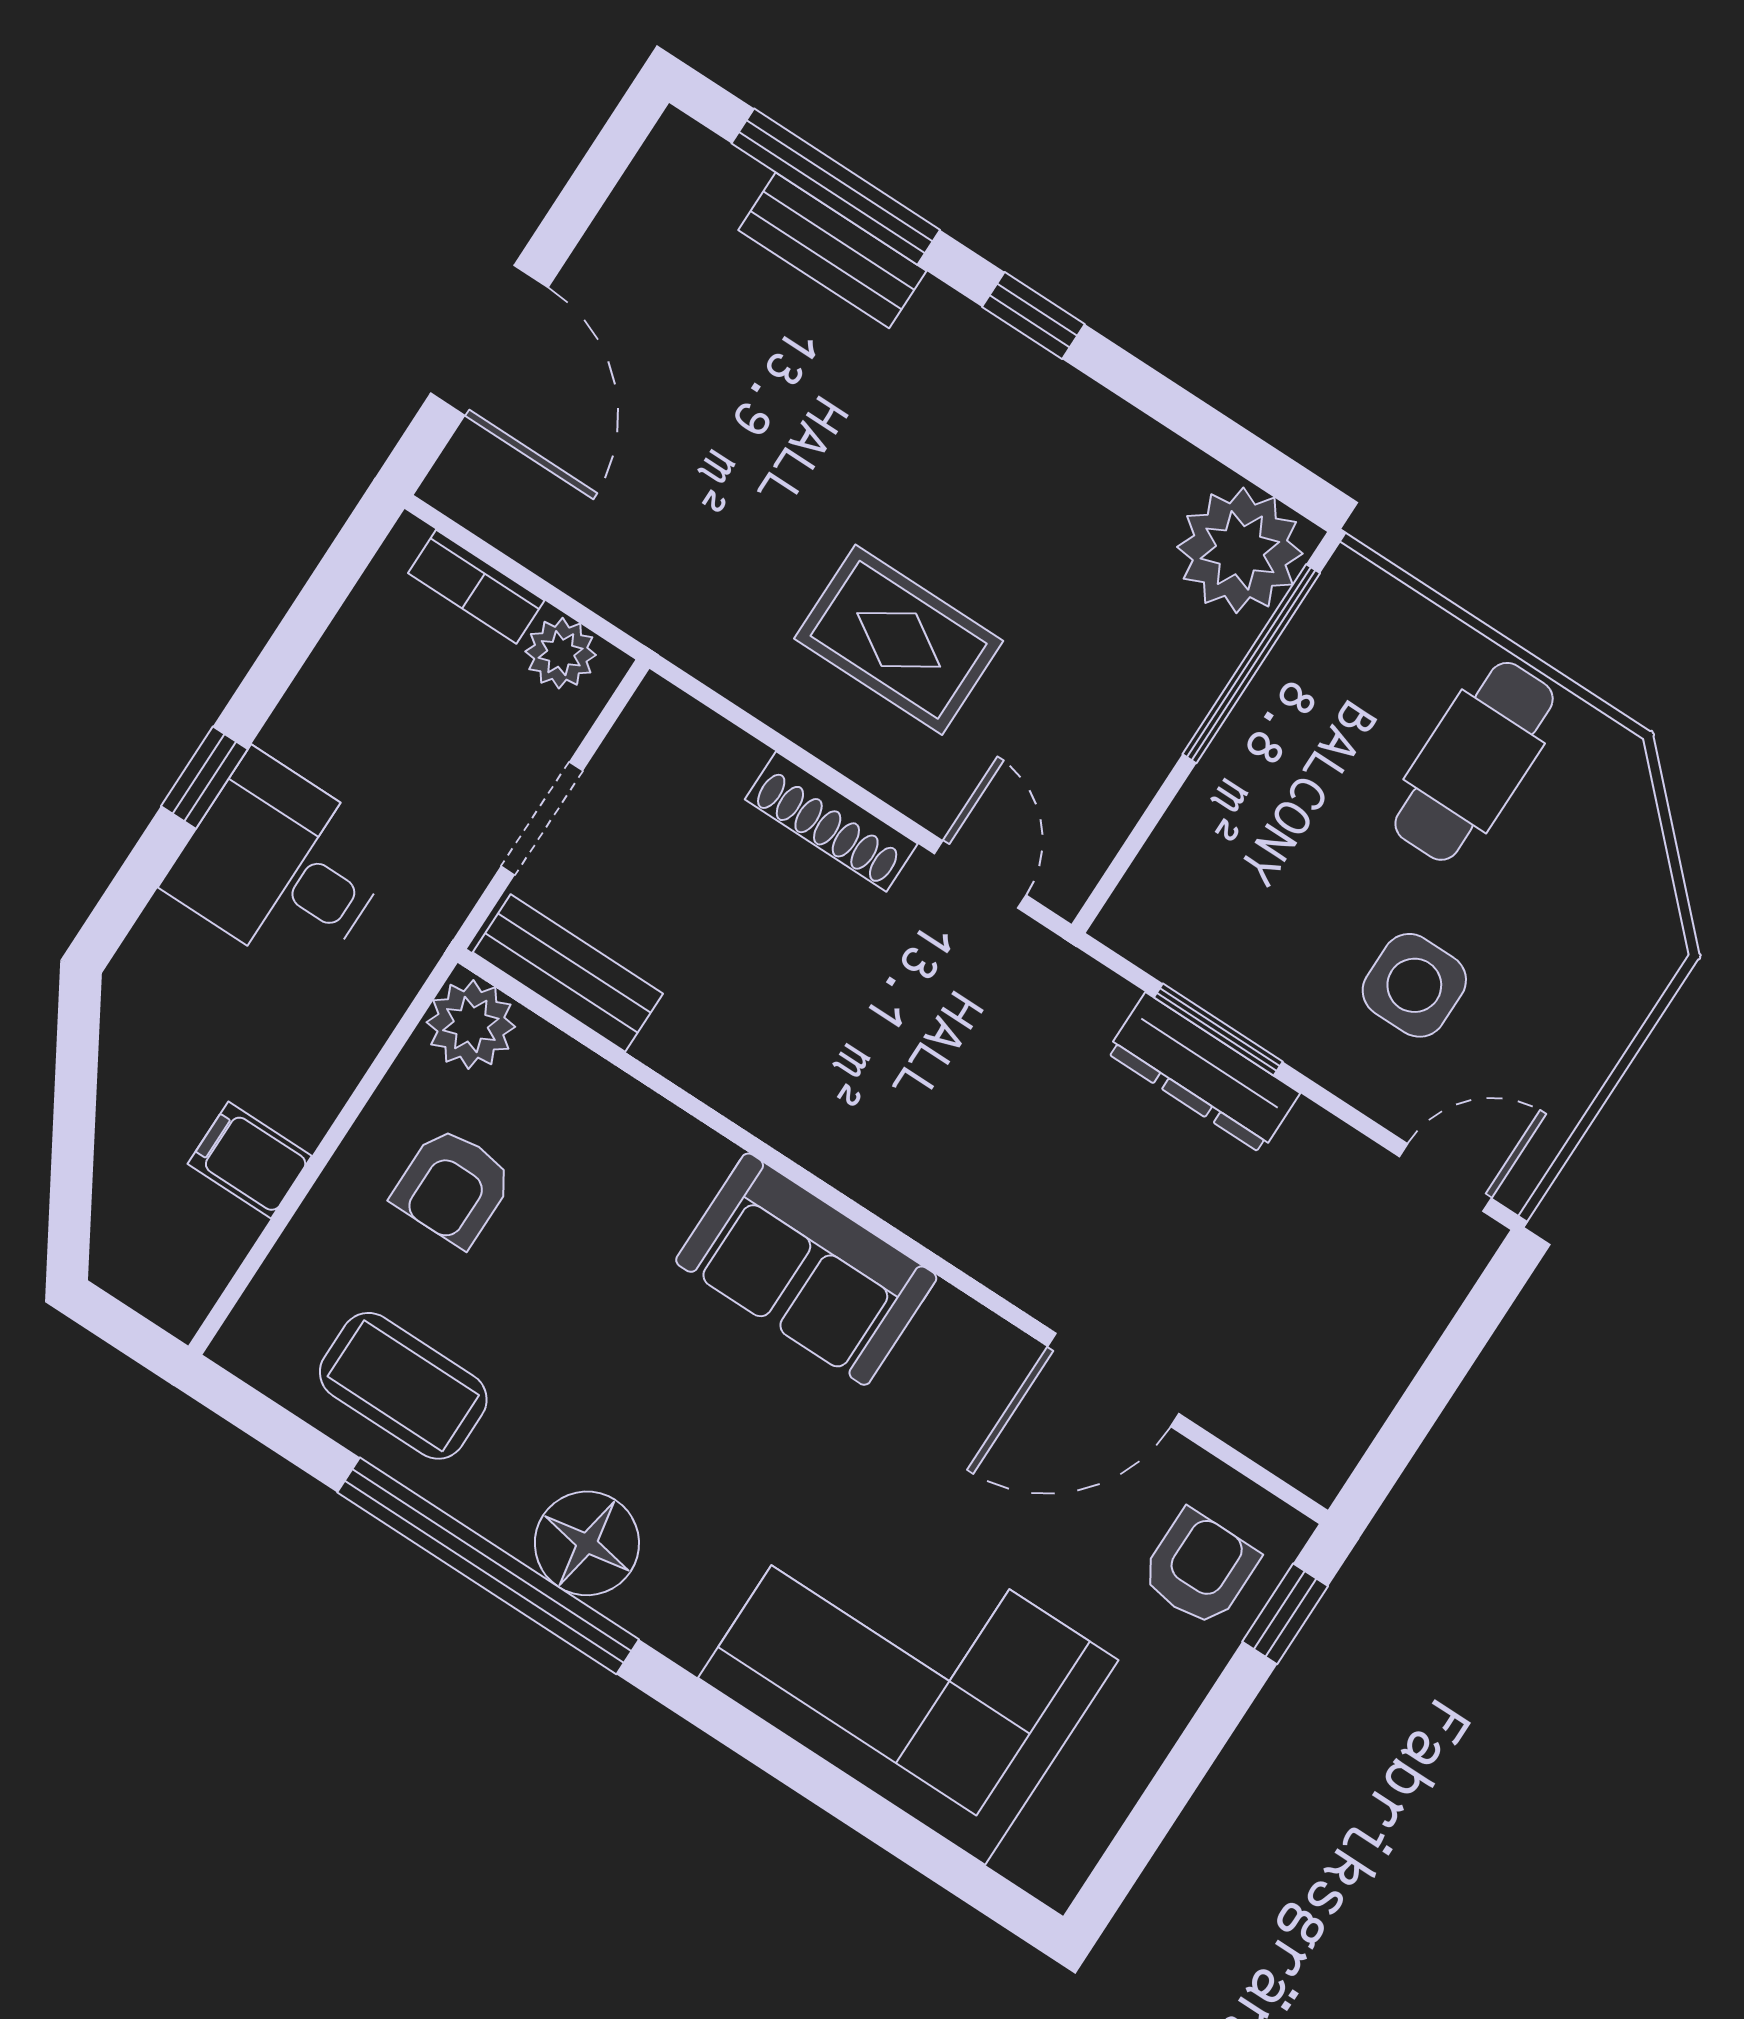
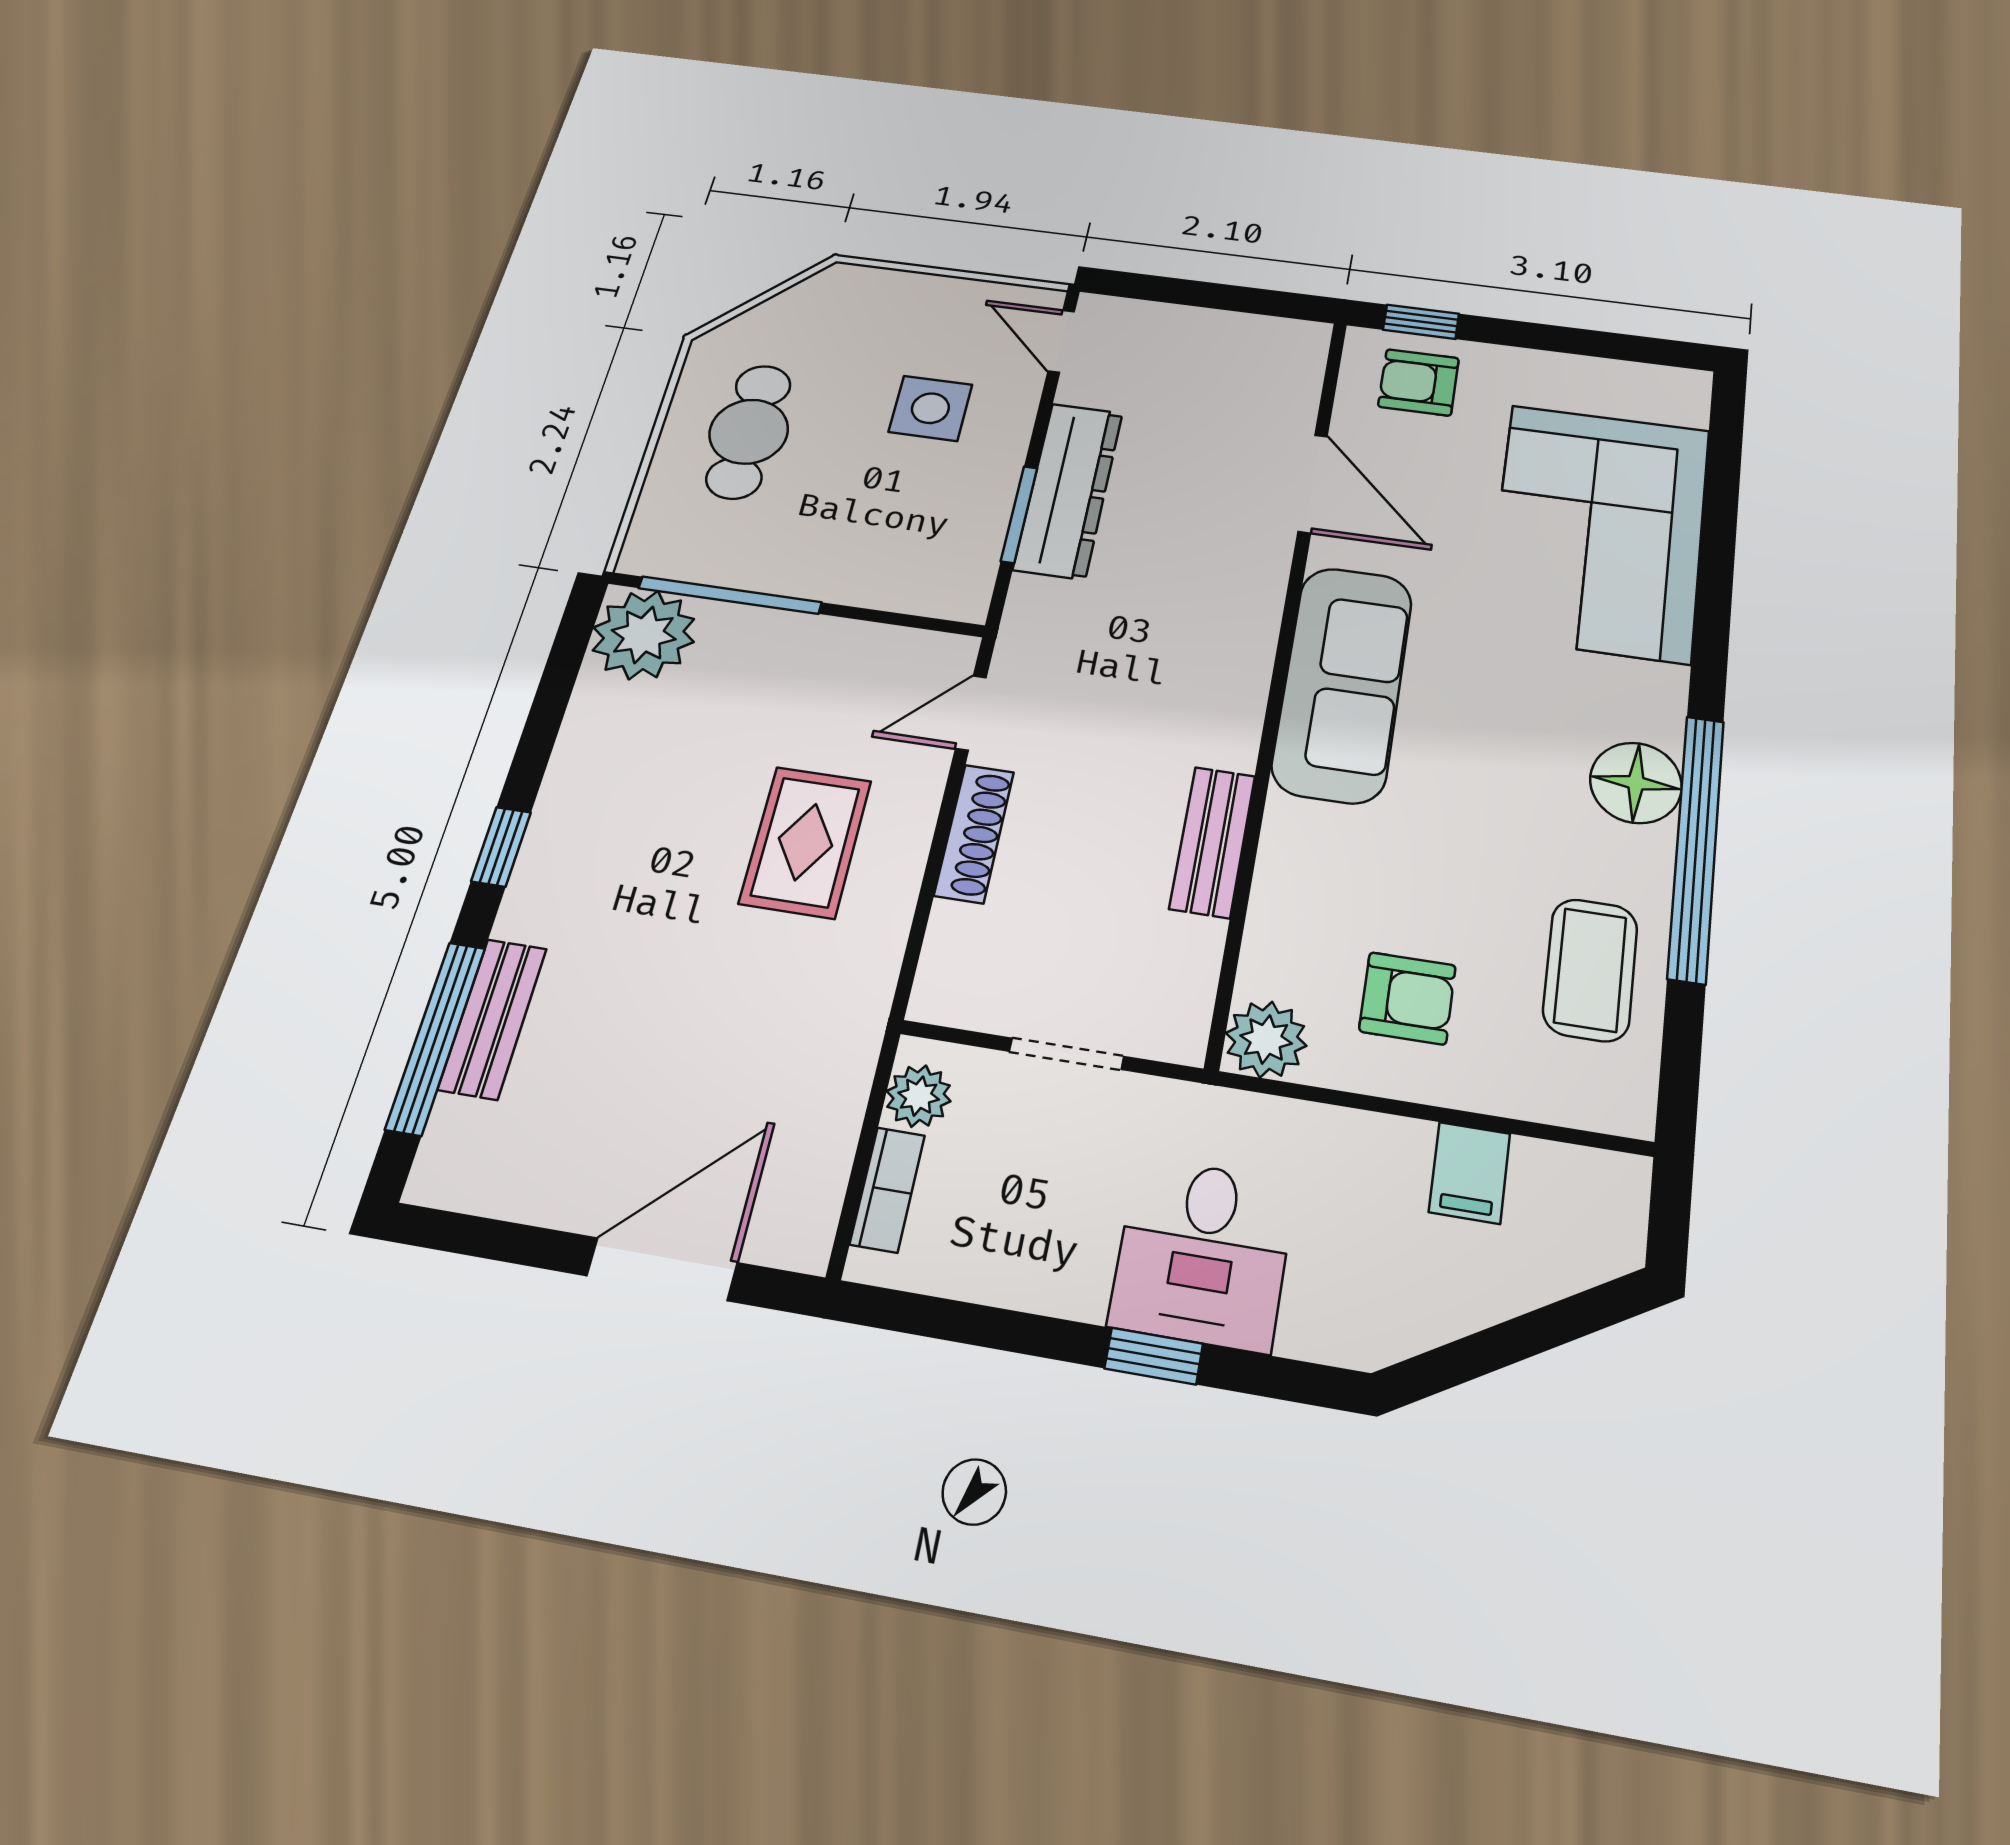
cafe table: (1474, 761) -> (749, 432), turned 90
bench: (568, 973) -> (1212, 842), moved
dresser: (1203, 1073) -> (1068, 490), width x1.37, depth x1.24
sofa: (806, 1269) -> (1343, 683), width x1.36

